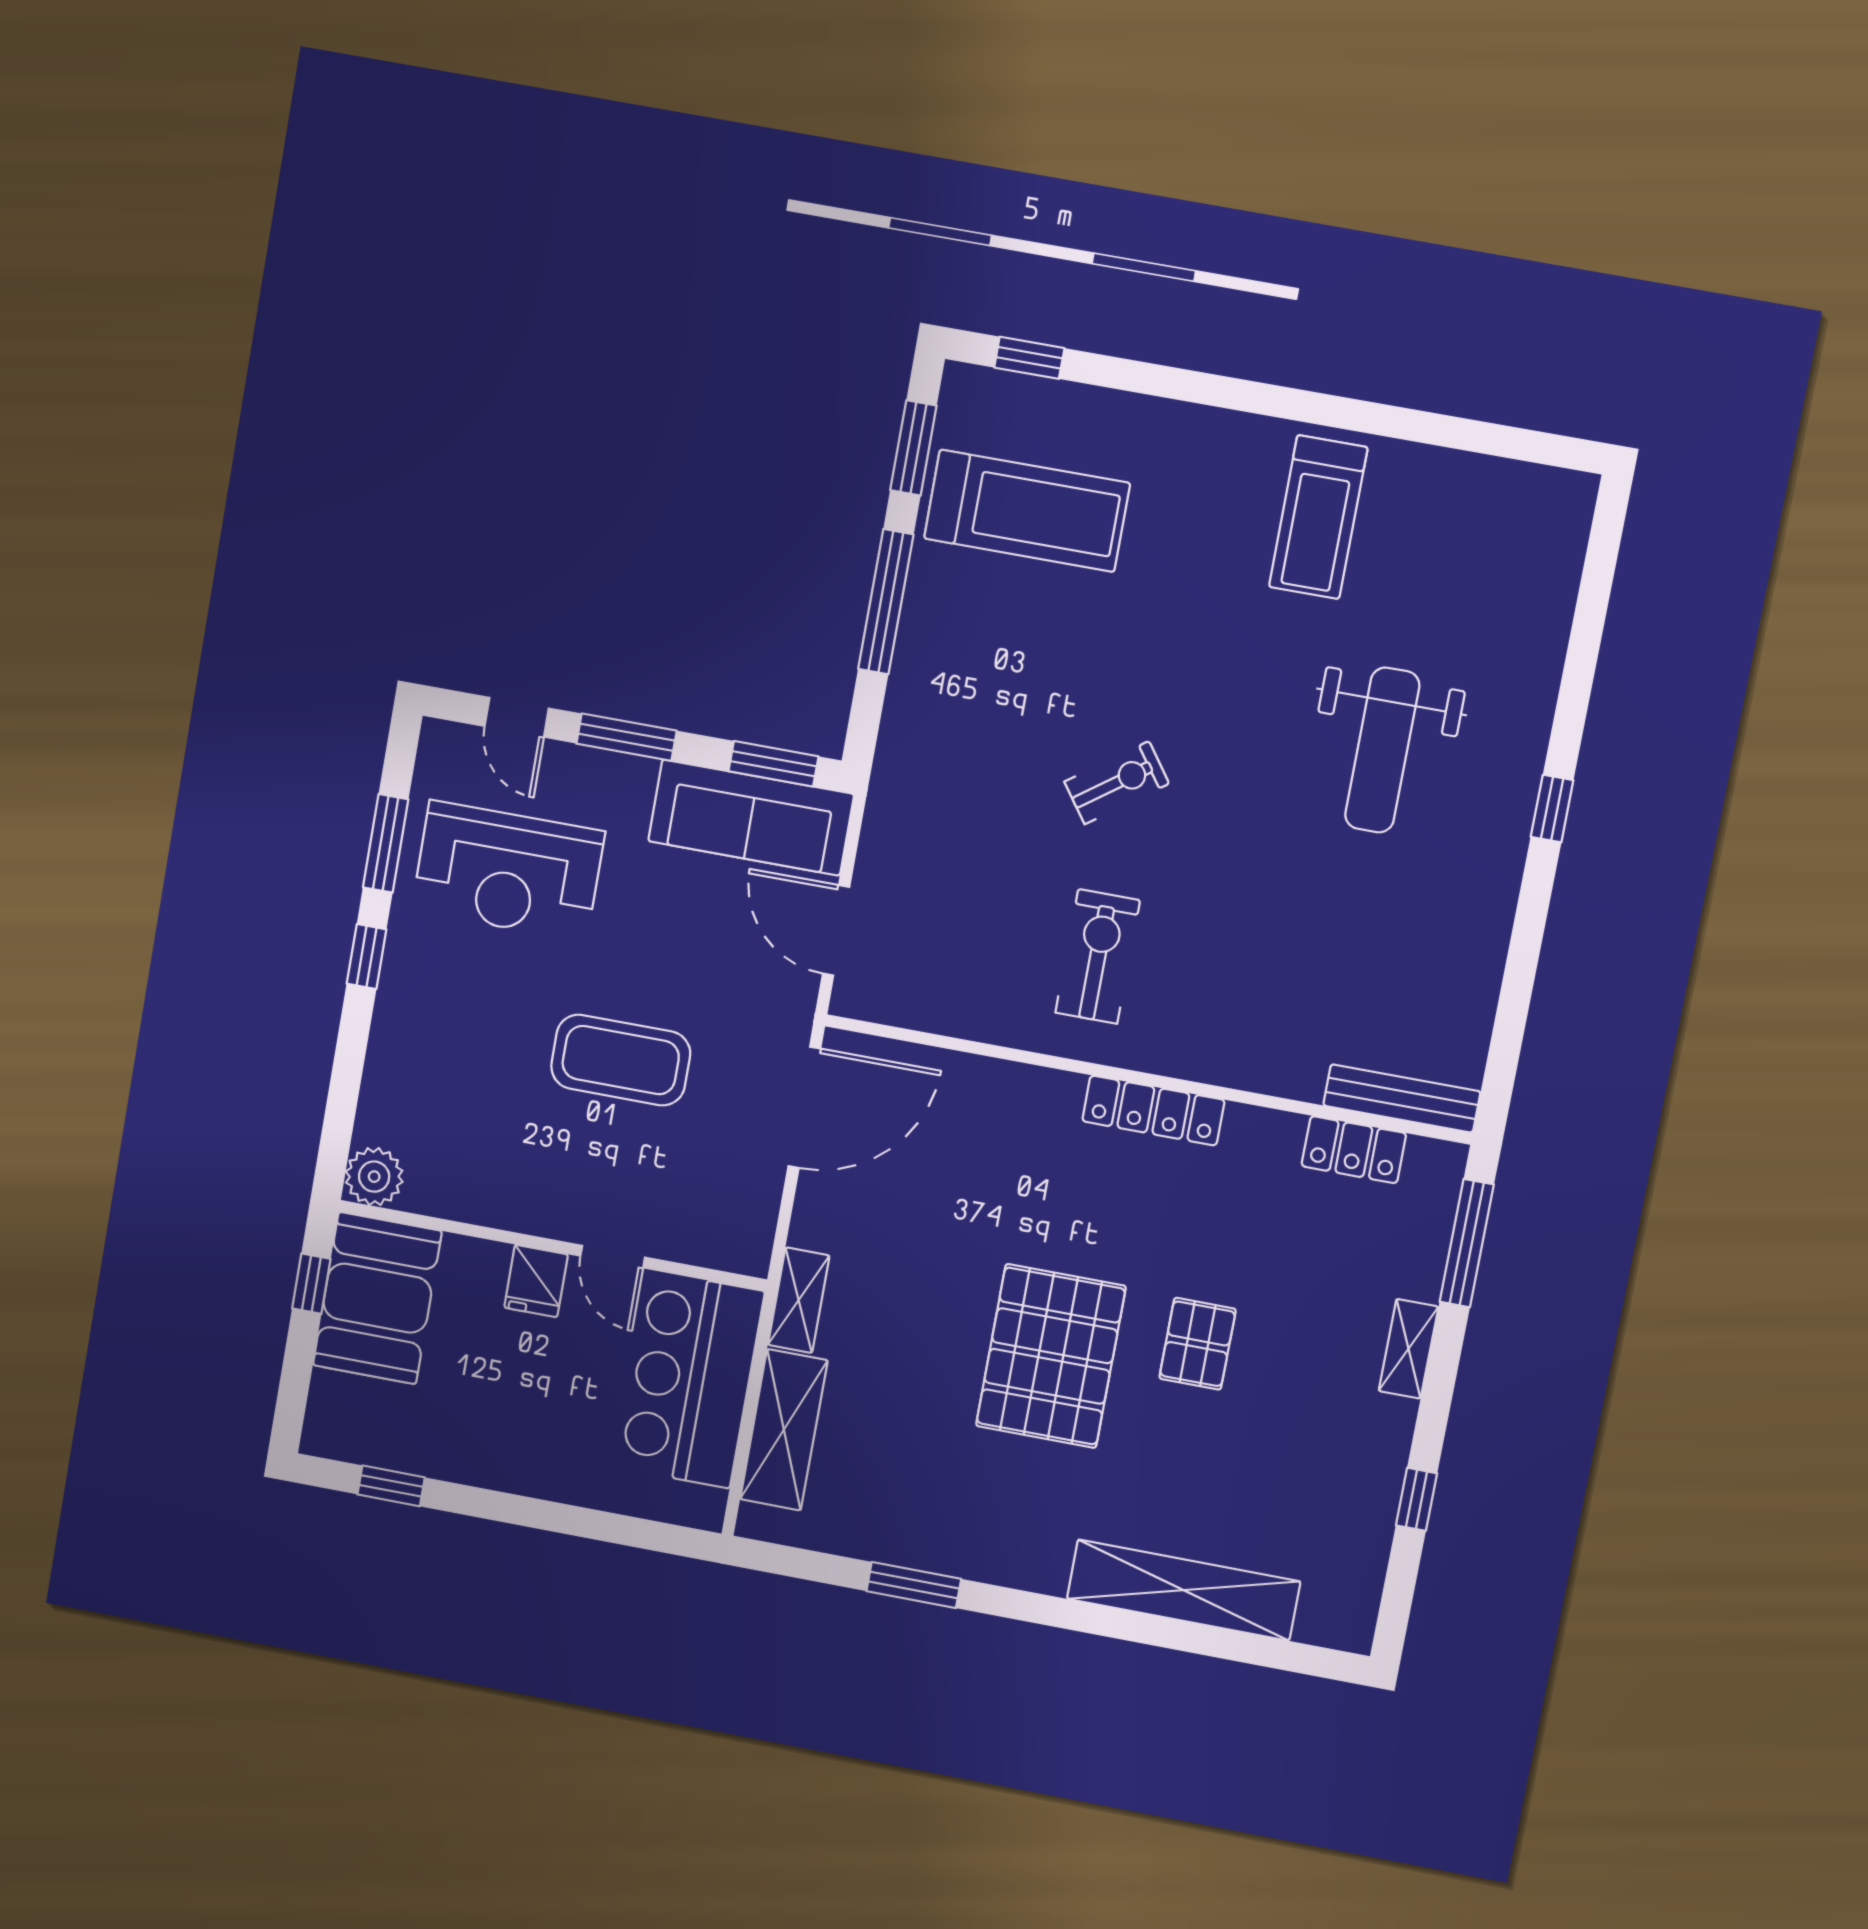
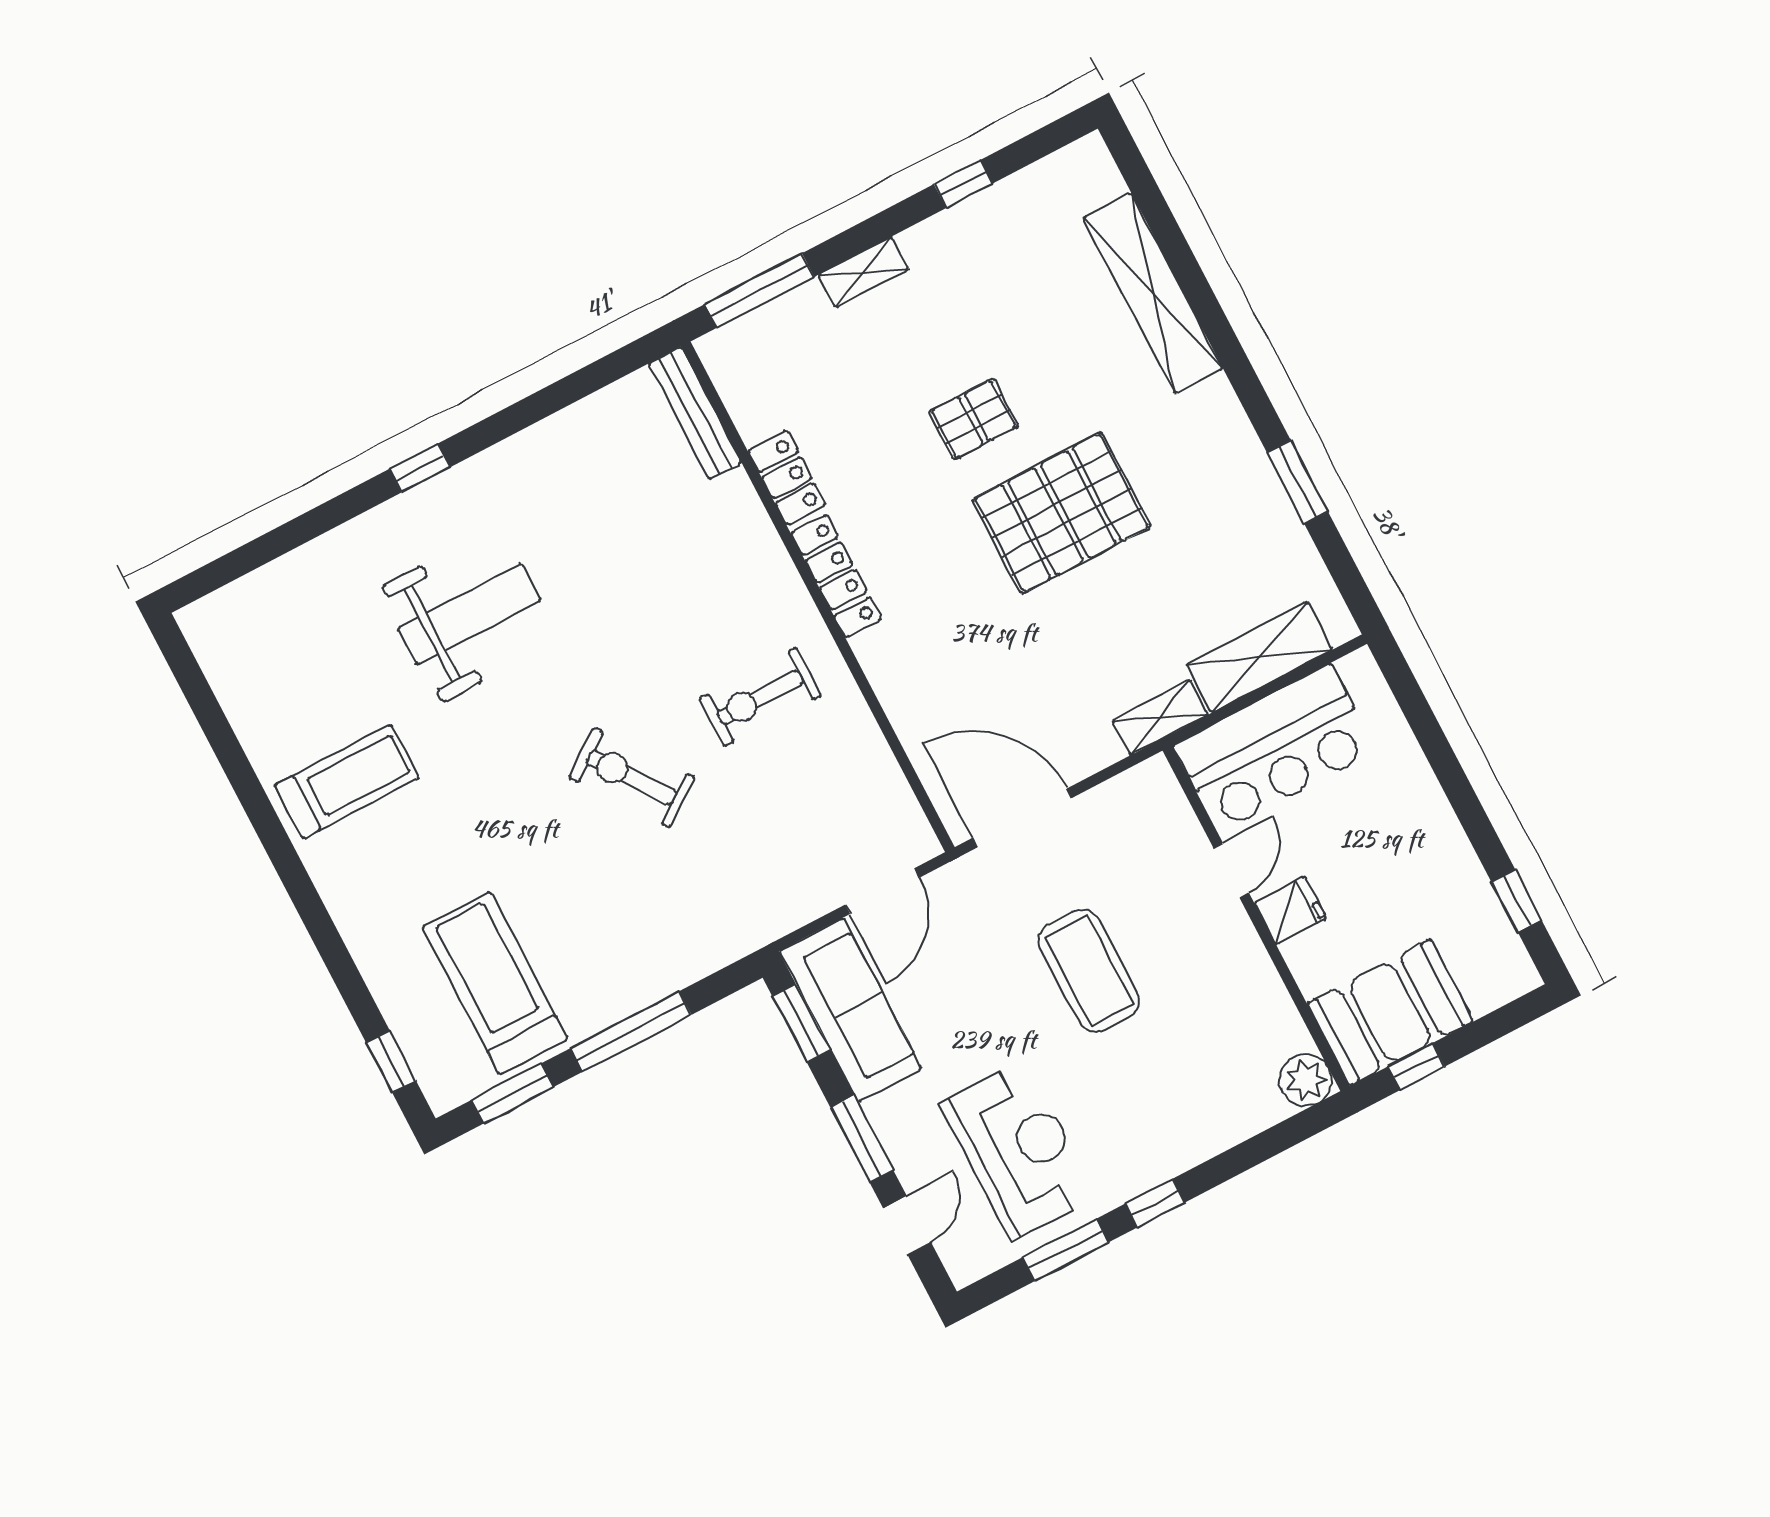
exercise bike: (1117, 783) -> (632, 777), width x1.38, depth x1.39
locker: (1354, 1150) -> (787, 478), moved

